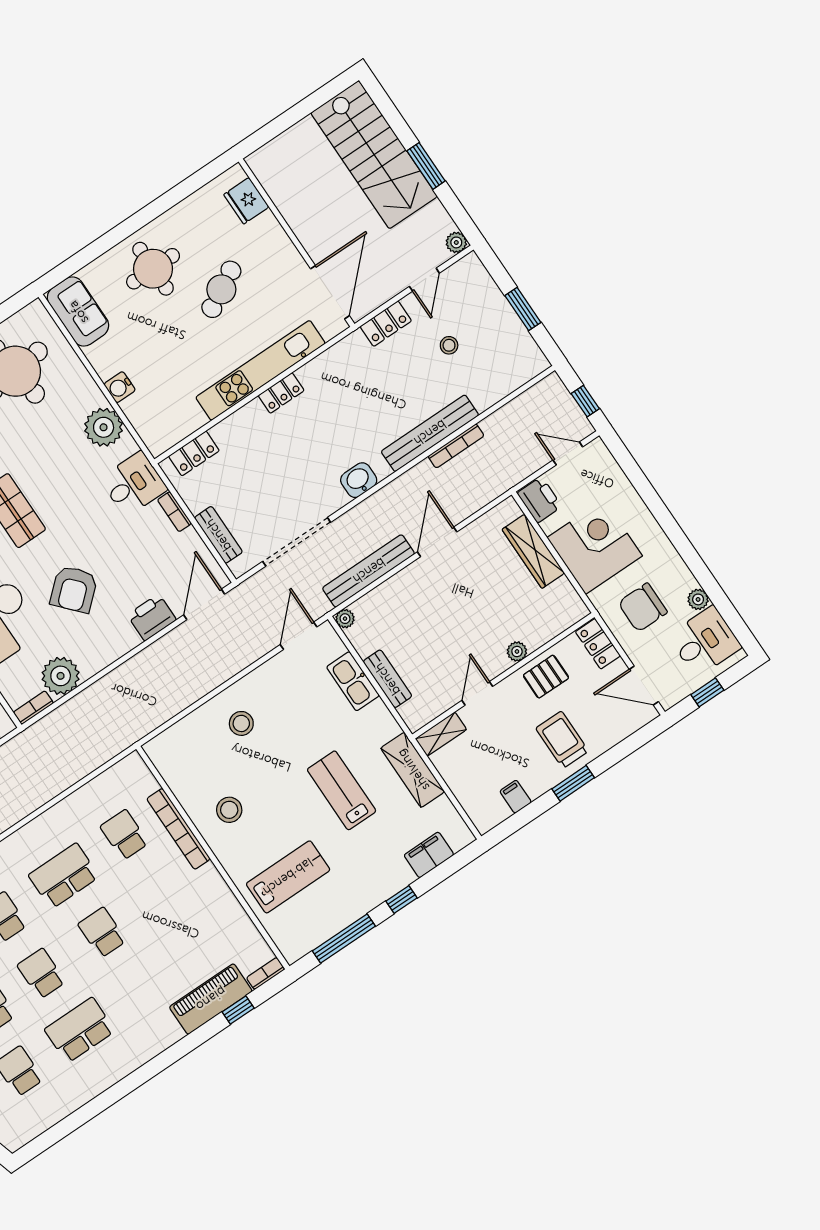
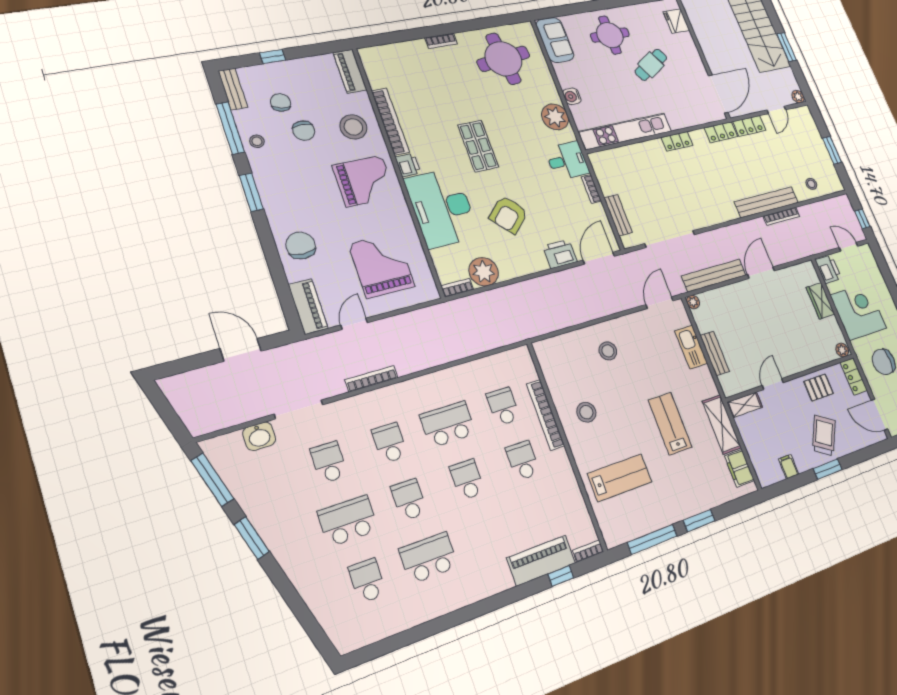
stool: (449, 345) -> (811, 184), moved
kitchen unit: (261, 370) -> (626, 131), moved
locker: (194, 453) -> (721, 132), moved
washbasin: (359, 480) -> (717, 214), removed
wardrobe: (533, 551) -> (820, 301), width x0.67
plant: (517, 651) -> (842, 350), moved
trolley: (562, 740) -> (824, 435), turned 31
filing cabinet: (429, 855) -> (739, 468), moved, turned -90
school desk: (163, 891) -> (523, 460), added
window: (402, 899) -> (699, 521), width x1.50

